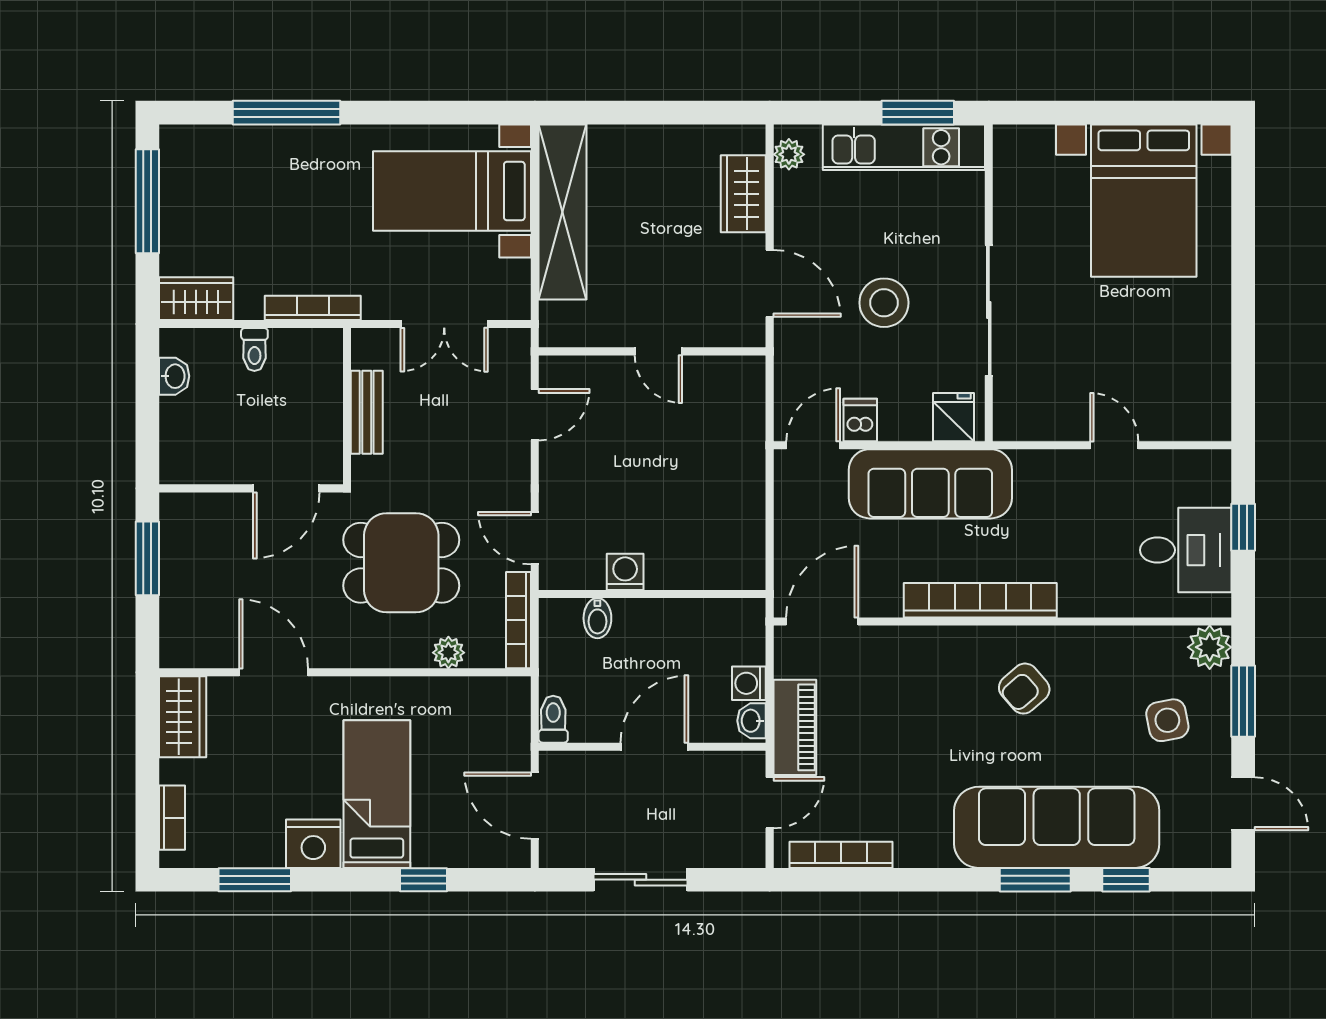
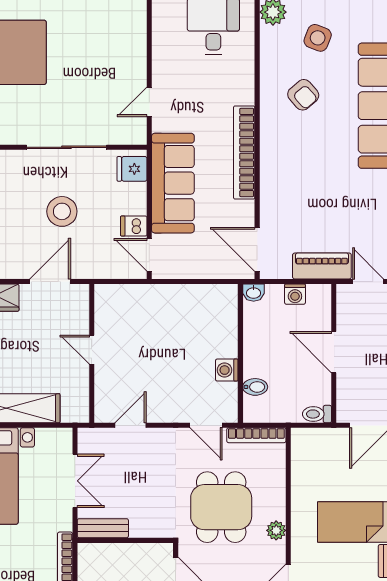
door: (658, 351) -> (92, 350), swing flipped
bench: (367, 412) -> (103, 528), moved
door: (535, 415) -> (131, 425), hinge flipped
door: (1114, 445) -> (149, 102), moved
door: (535, 538) -> (206, 425), hinge flipped
plant: (448, 653) -> (276, 530), moved
armchair: (1024, 689) -> (303, 95), moved
side table: (1167, 720) -> (318, 38), turned 32
washbasin: (752, 721) -> (254, 293), moved

